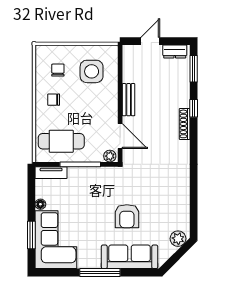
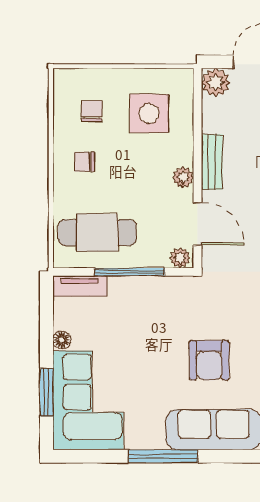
plant: (131, 53) -> (216, 83), added
plant: (112, 109) -> (183, 177), added

